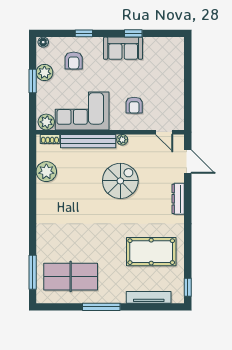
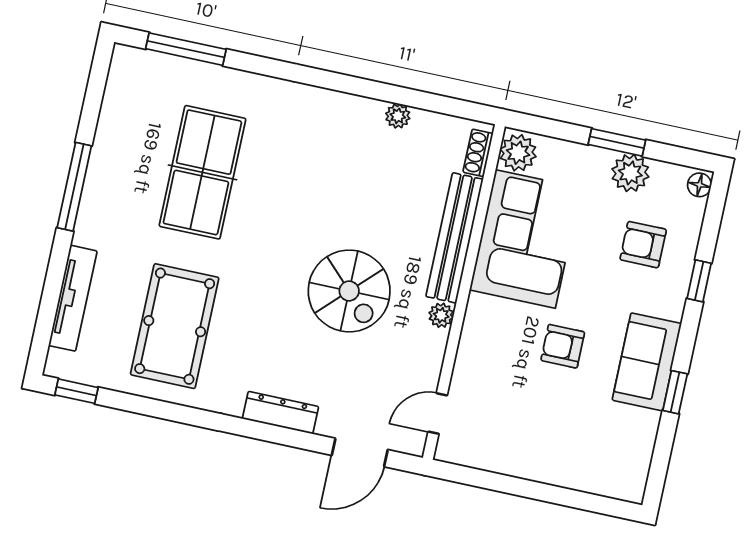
armchair: (134, 105) -> (563, 346), moved
plant: (46, 172) -> (398, 116), width x0.53, depth x0.53
table tennis table: (71, 277) -> (202, 172), moved

